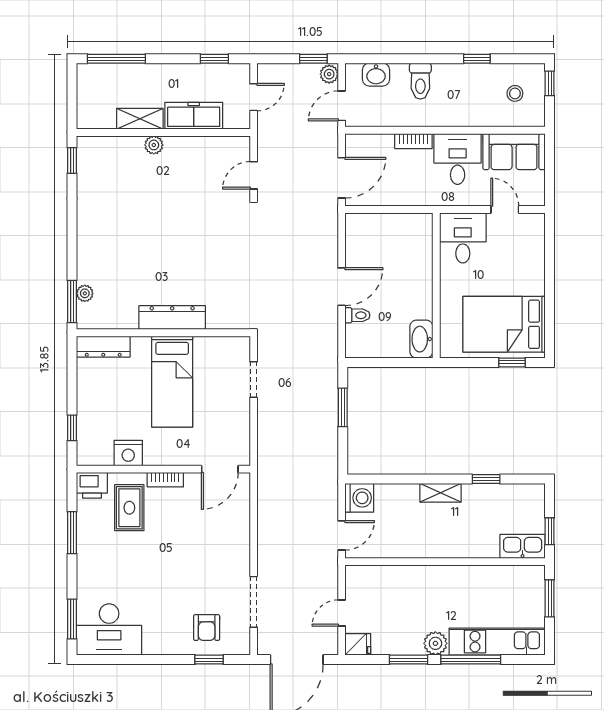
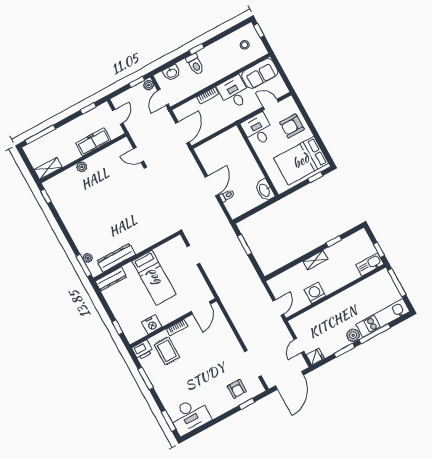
window: (477, 59) -> (197, 49), moved
shelving: (140, 119) -> (48, 168), moved
door: (254, 175) -> (139, 155), hinge flipped
armchair: (519, 262) -> (292, 126), added
dresser: (172, 318) -> (116, 258), moved
washing machine: (359, 498) -> (315, 293), moved, turned -90
window: (550, 598) -> (397, 283), width x1.44

